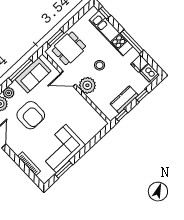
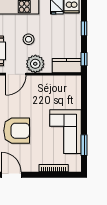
kitchen counter: (124, 100) -> (67, 66), moved, turned 90

